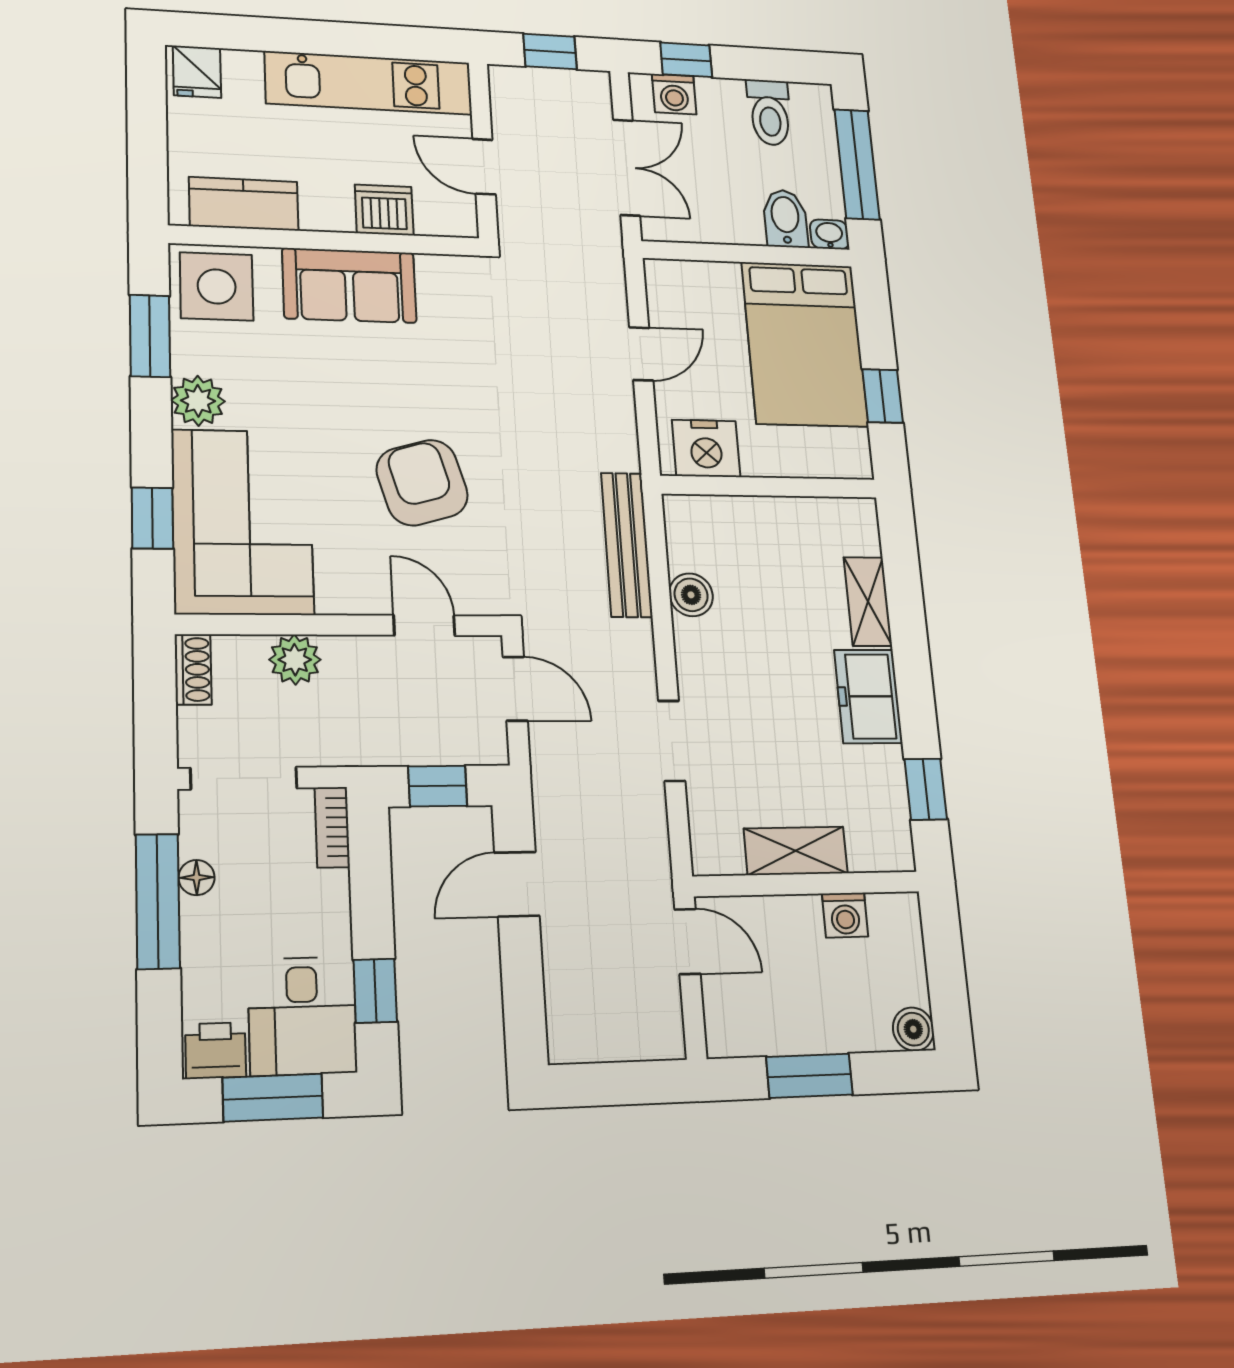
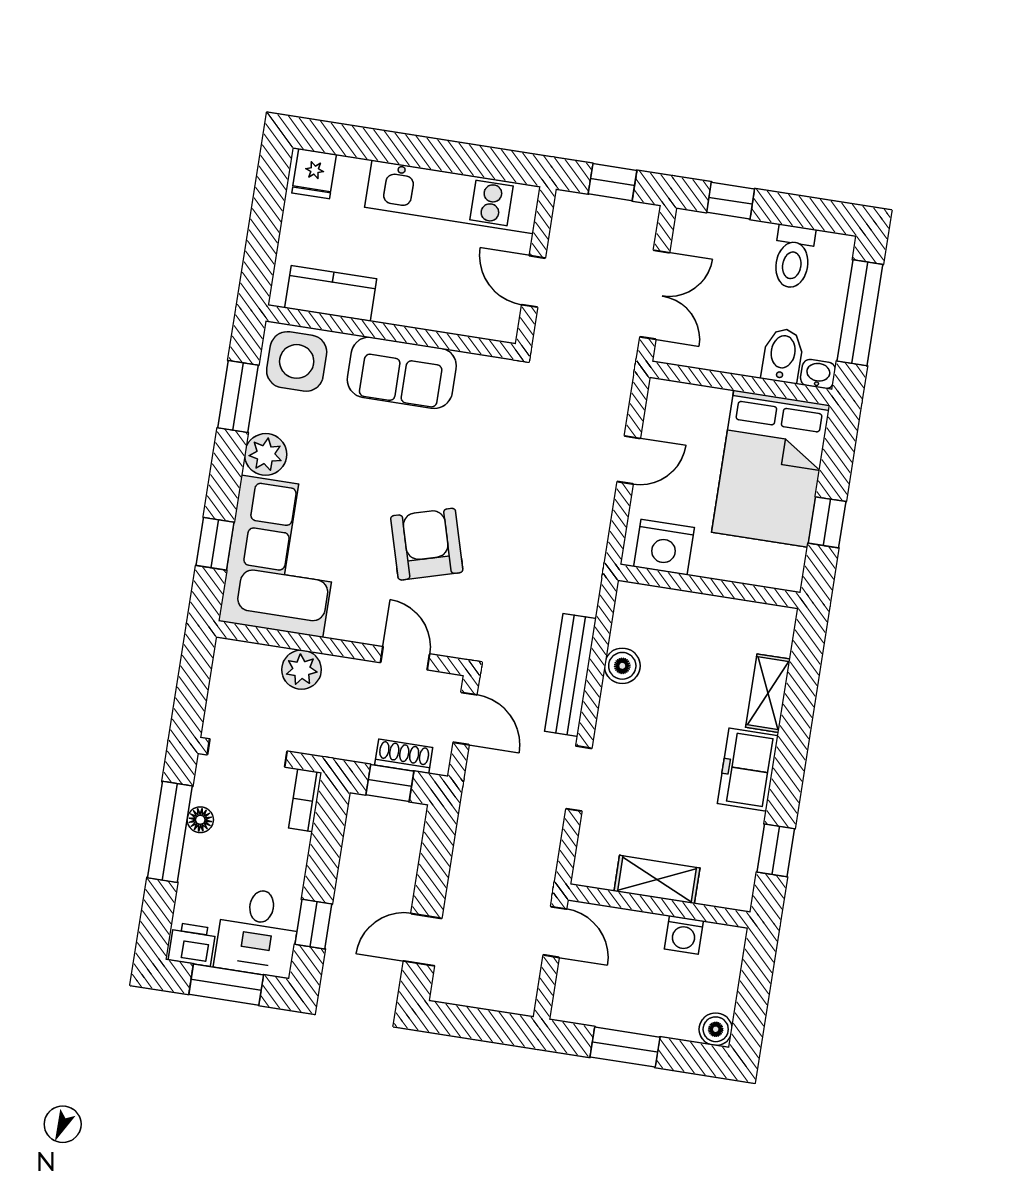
washing machine: (674, 94) -> (712, 232), removed
dishwasher: (384, 210) -> (443, 311), removed
bench: (627, 545) -> (570, 675), moved
shoe rack: (193, 669) -> (404, 756), moved, turned -90
door: (517, 884) -> (423, 940), moved

